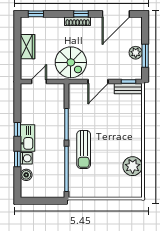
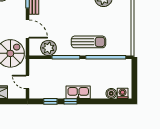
plant: (77, 105) -> (48, 48), added
washing machine: (26, 158) -> (123, 93), moved
window: (17, 159) -> (50, 101), moved

